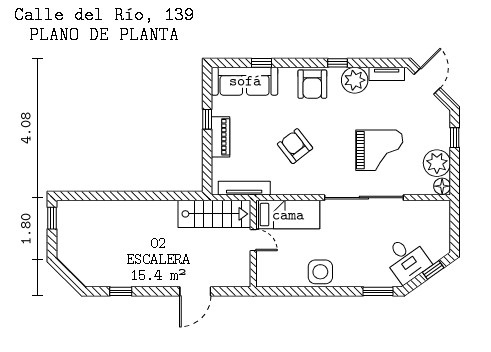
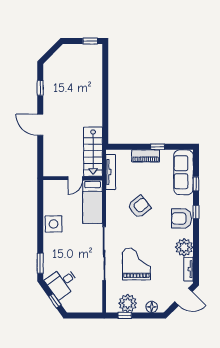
window: (337, 63) -> (196, 212), moved
window: (455, 138) -> (125, 315), moved
grand piano: (379, 150) -> (136, 264), turned 180
floor lamp: (442, 186) -> (152, 307), moved
door: (195, 291) -> (40, 125), moved

